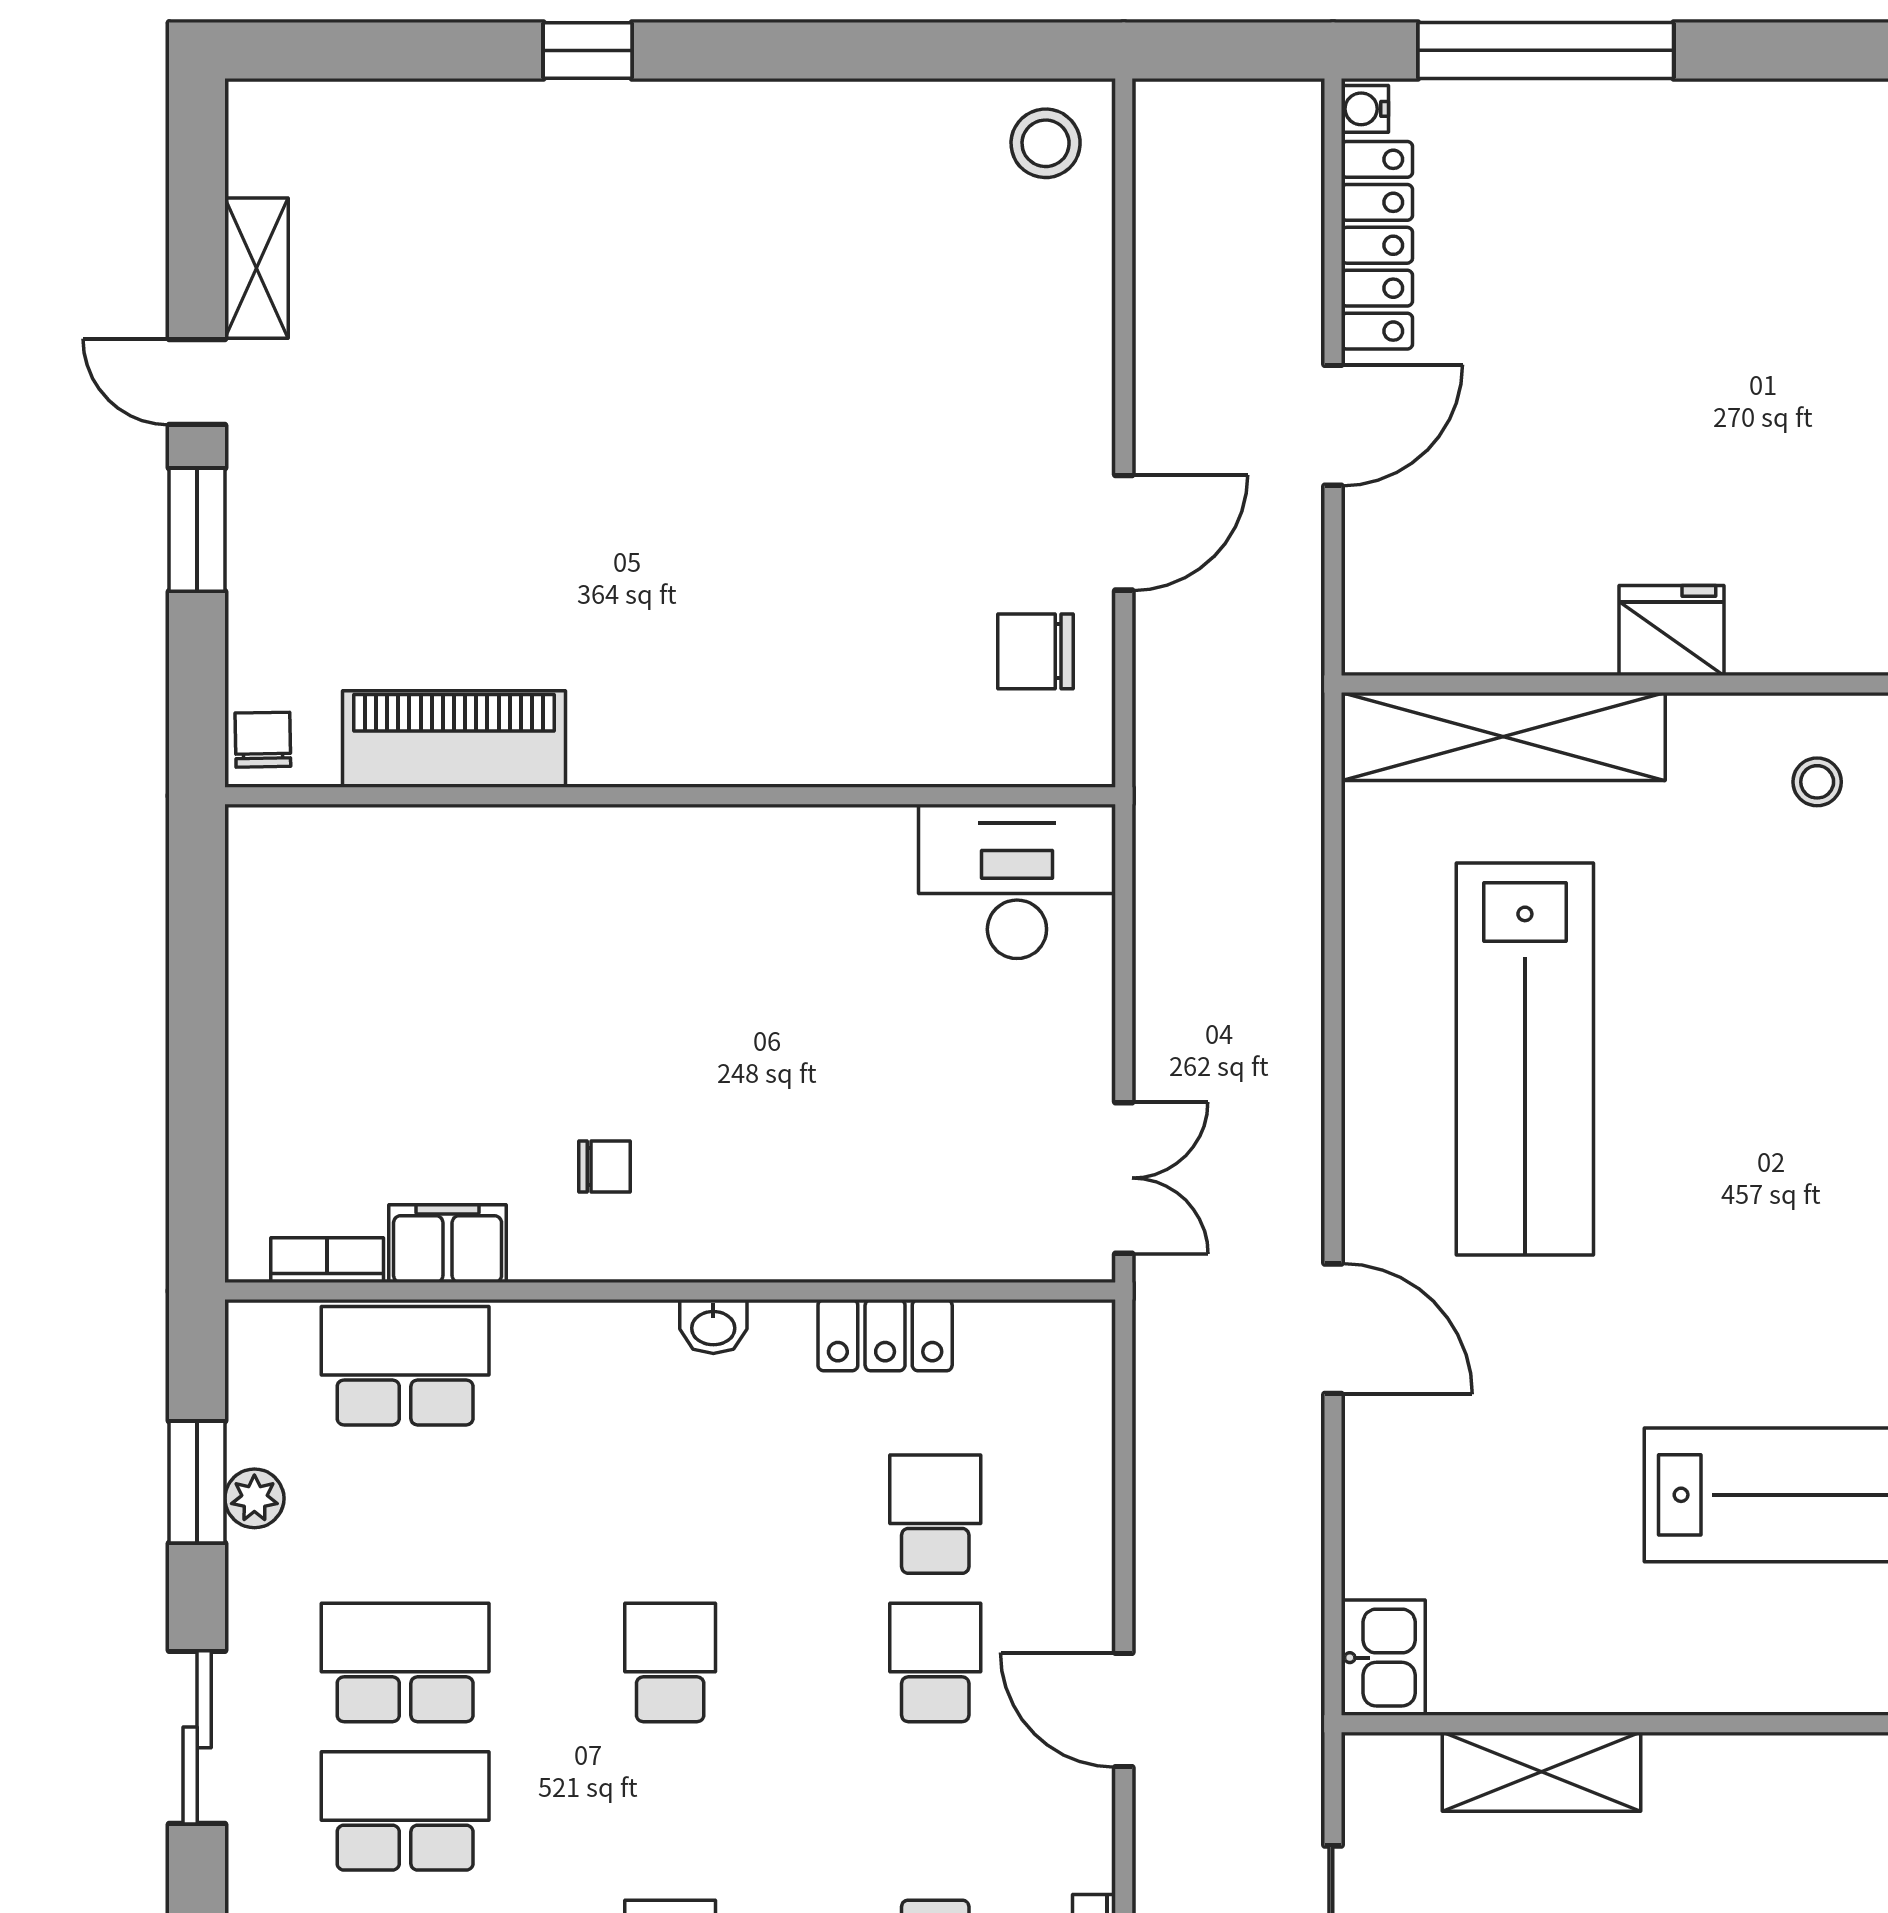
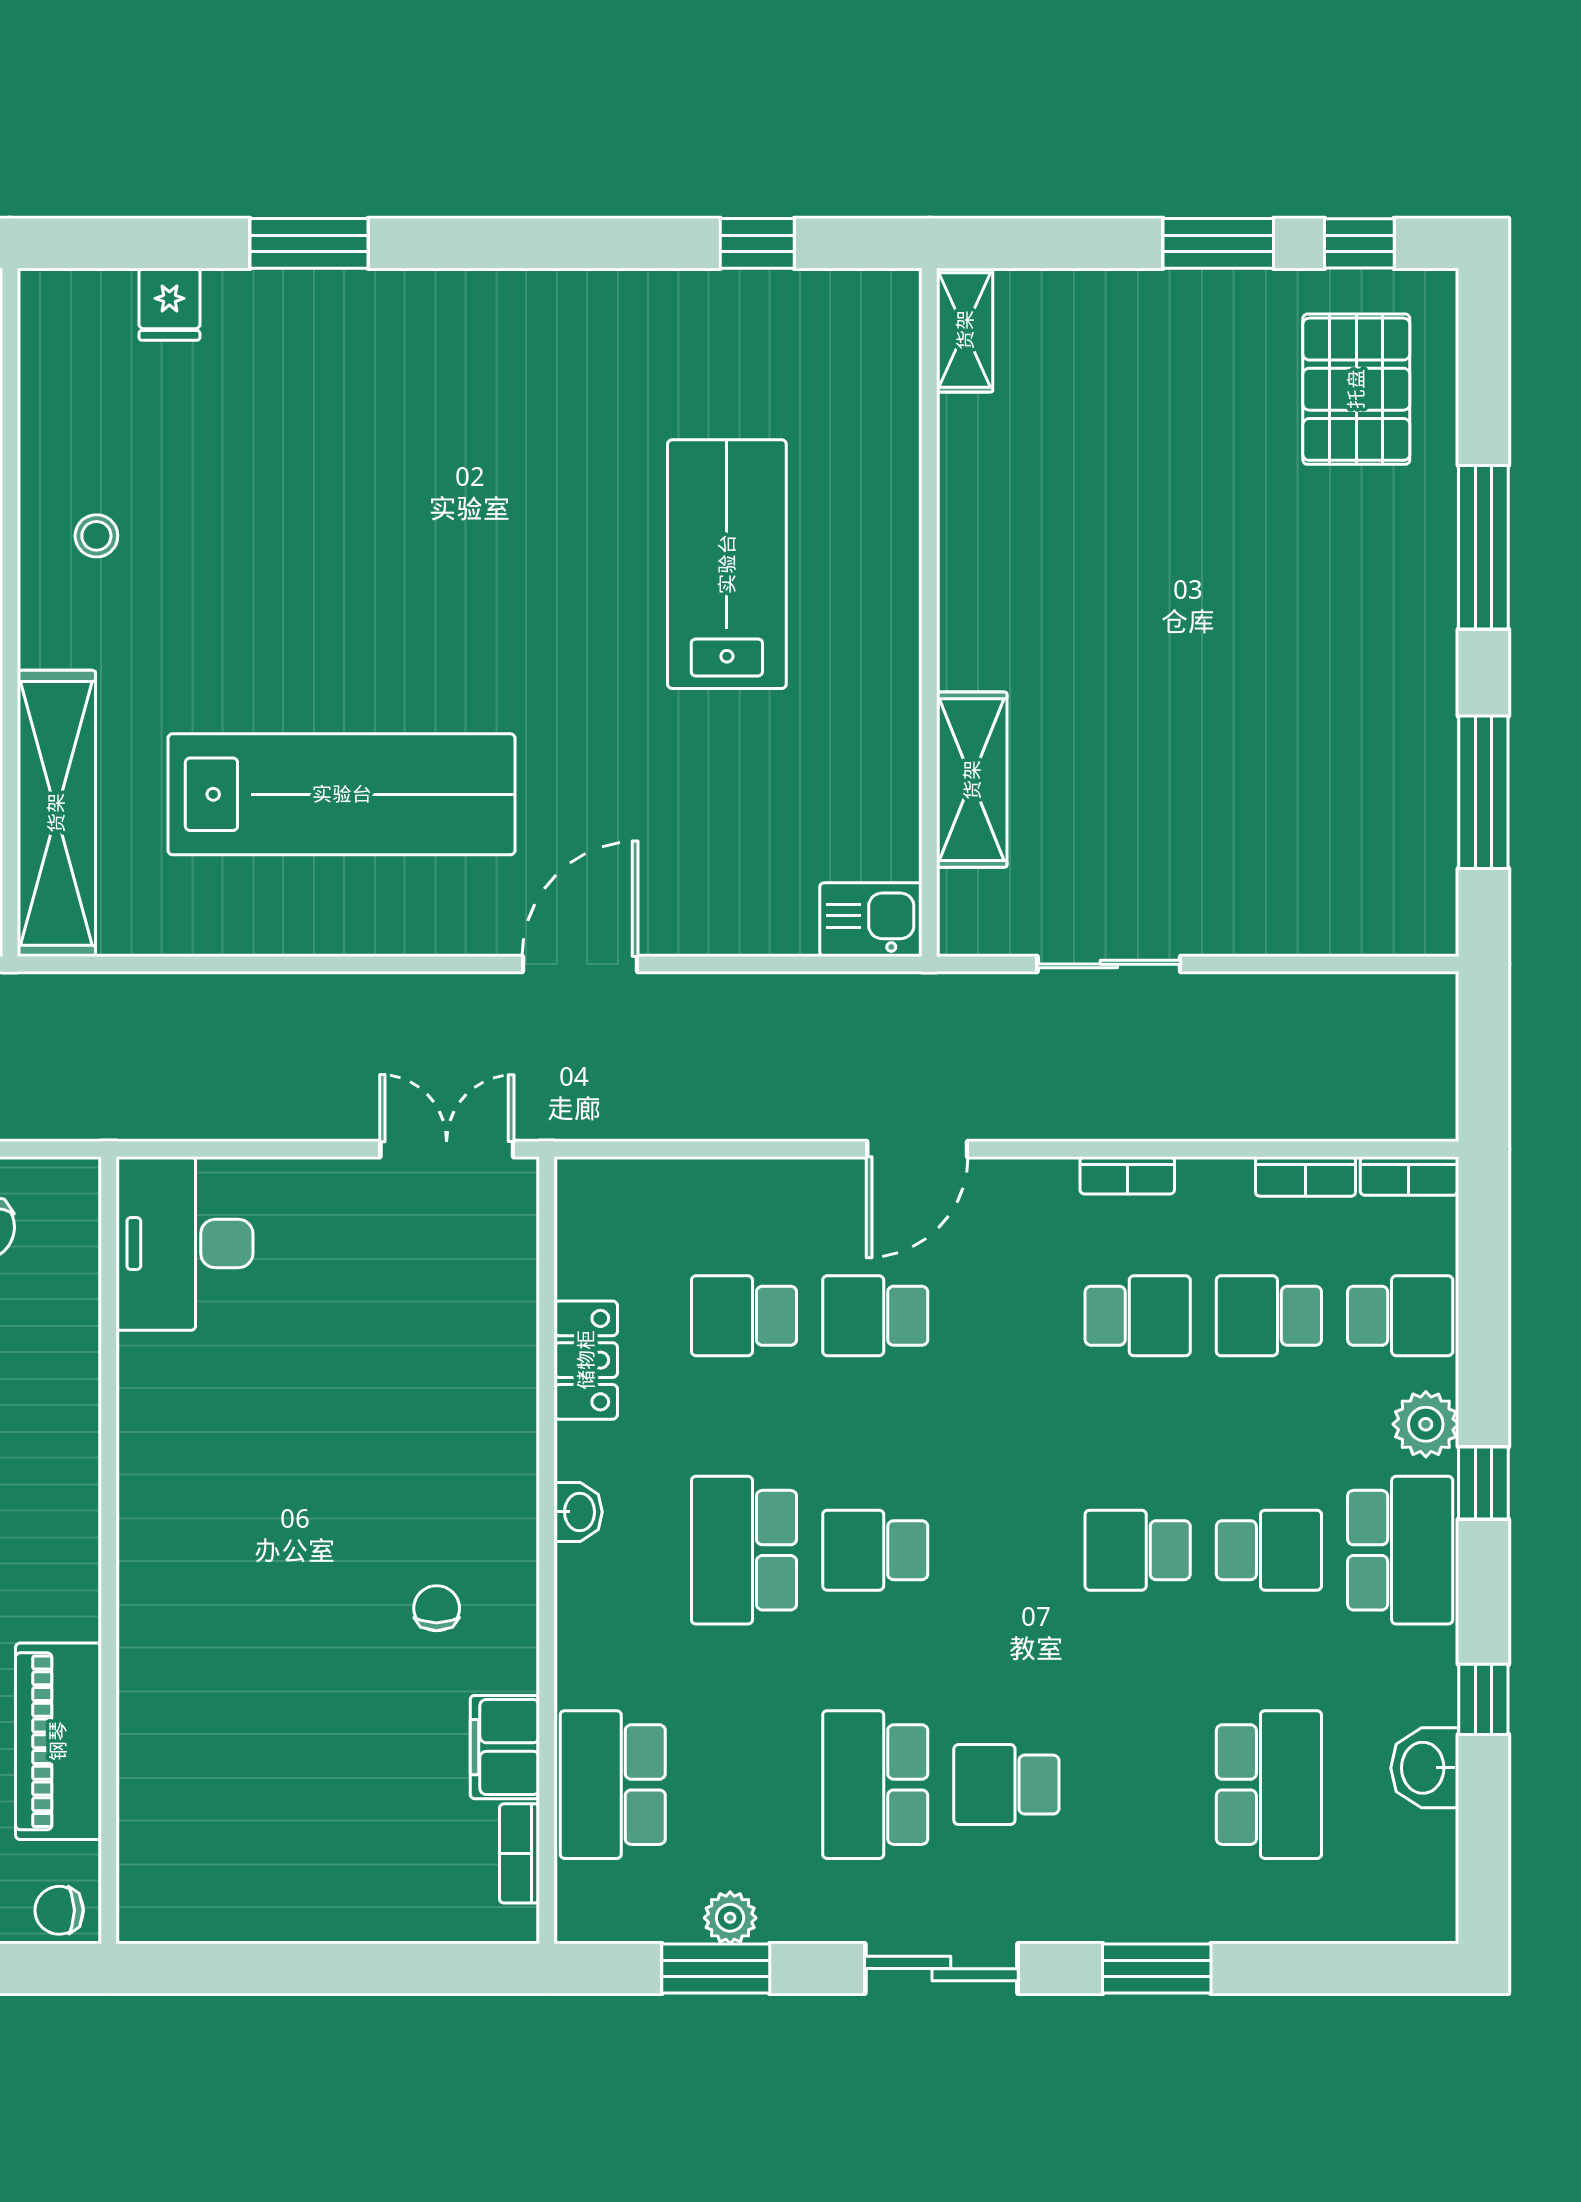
school desk: (670, 1514) -> (744, 1550), added
school desk: (405, 1811) -> (1006, 1785), width x0.54

